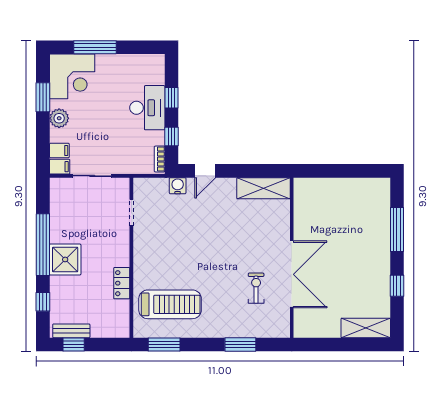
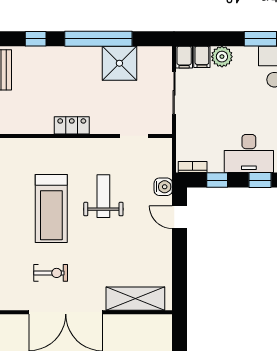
plant: (59, 118) -> (222, 57), moved
shelving: (263, 188) -> (135, 299), moved, turned 90
weight bench: (186, 240) -> (103, 196), added
shower: (65, 259) -> (119, 63), moved
locker: (122, 283) -> (72, 125), moved
treadmill: (170, 304) -> (51, 209), moved

